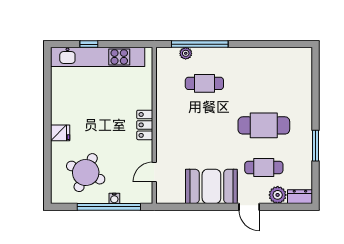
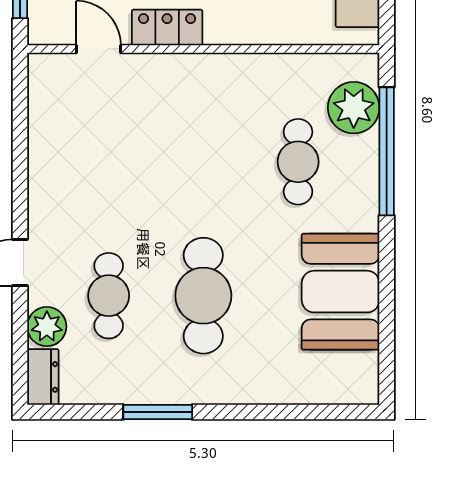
plant: (186, 53) -> (354, 108), width x1.88, depth x1.88
locker: (145, 125) -> (167, 28), moved
booth: (211, 186) -> (341, 292), moved

